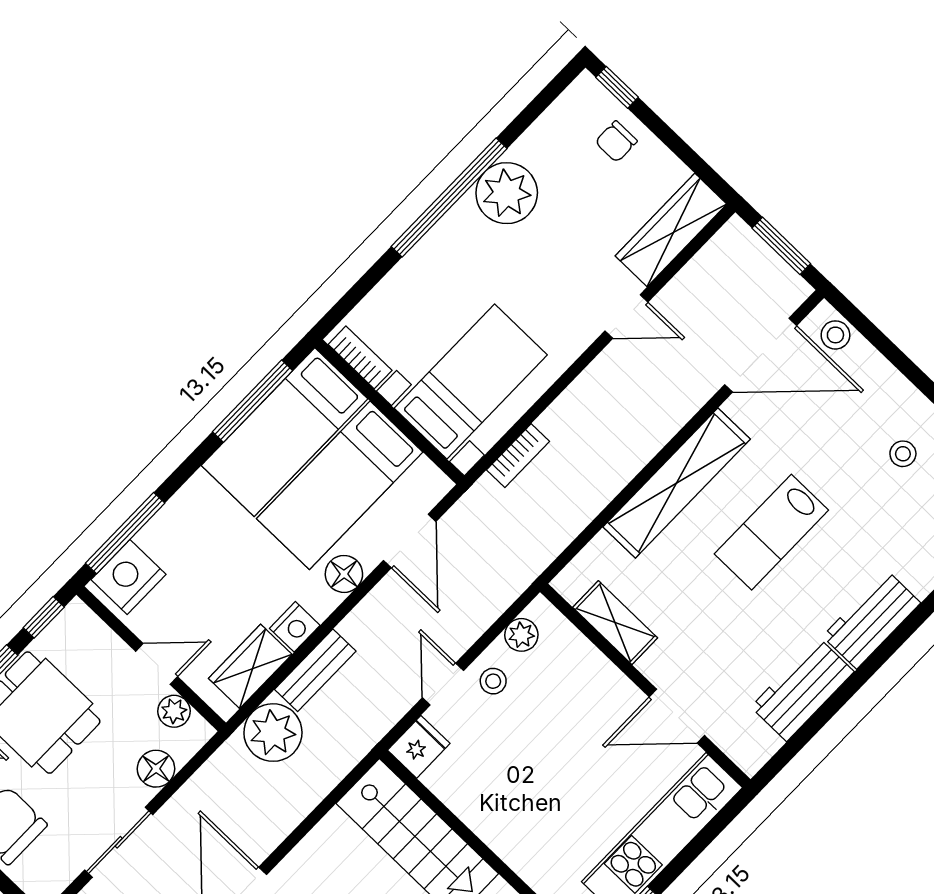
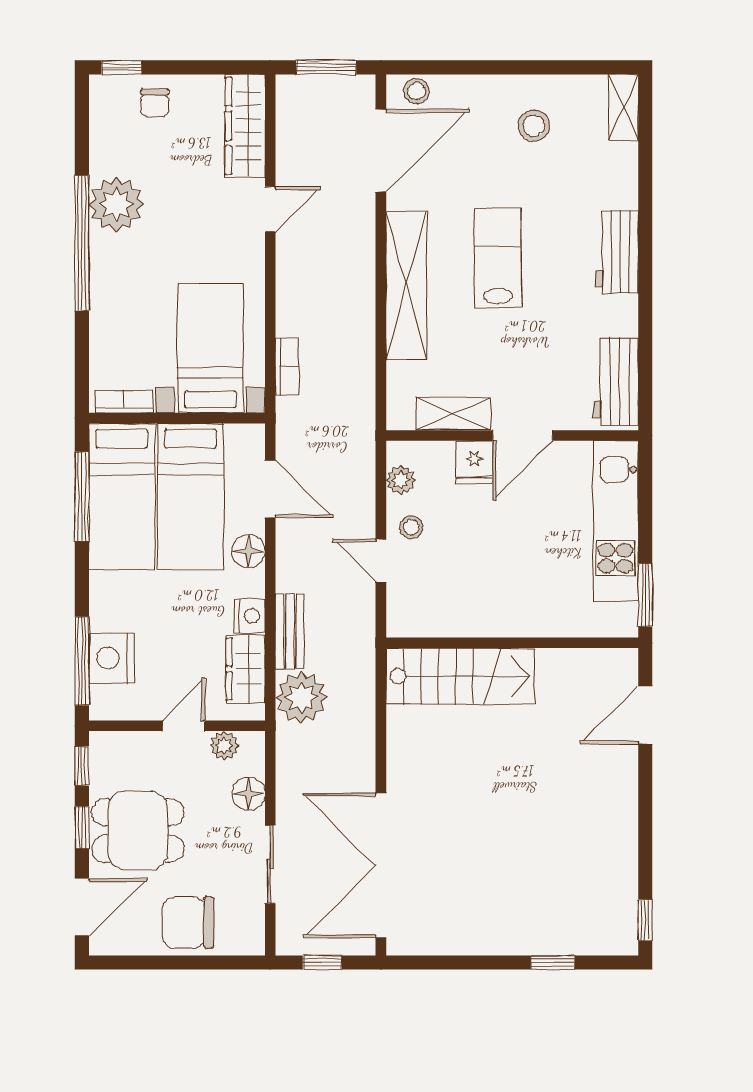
stool: (903, 454) -> (534, 126), width x1.37, depth x1.37
lab bench: (771, 532) -> (498, 258), turned 180
nightstand: (128, 577) -> (111, 658), moved
workbench: (802, 689) -> (616, 382), moved
door: (677, 716) -> (523, 435), moved
fridge: (419, 747) -> (474, 462), moved, turned 180

